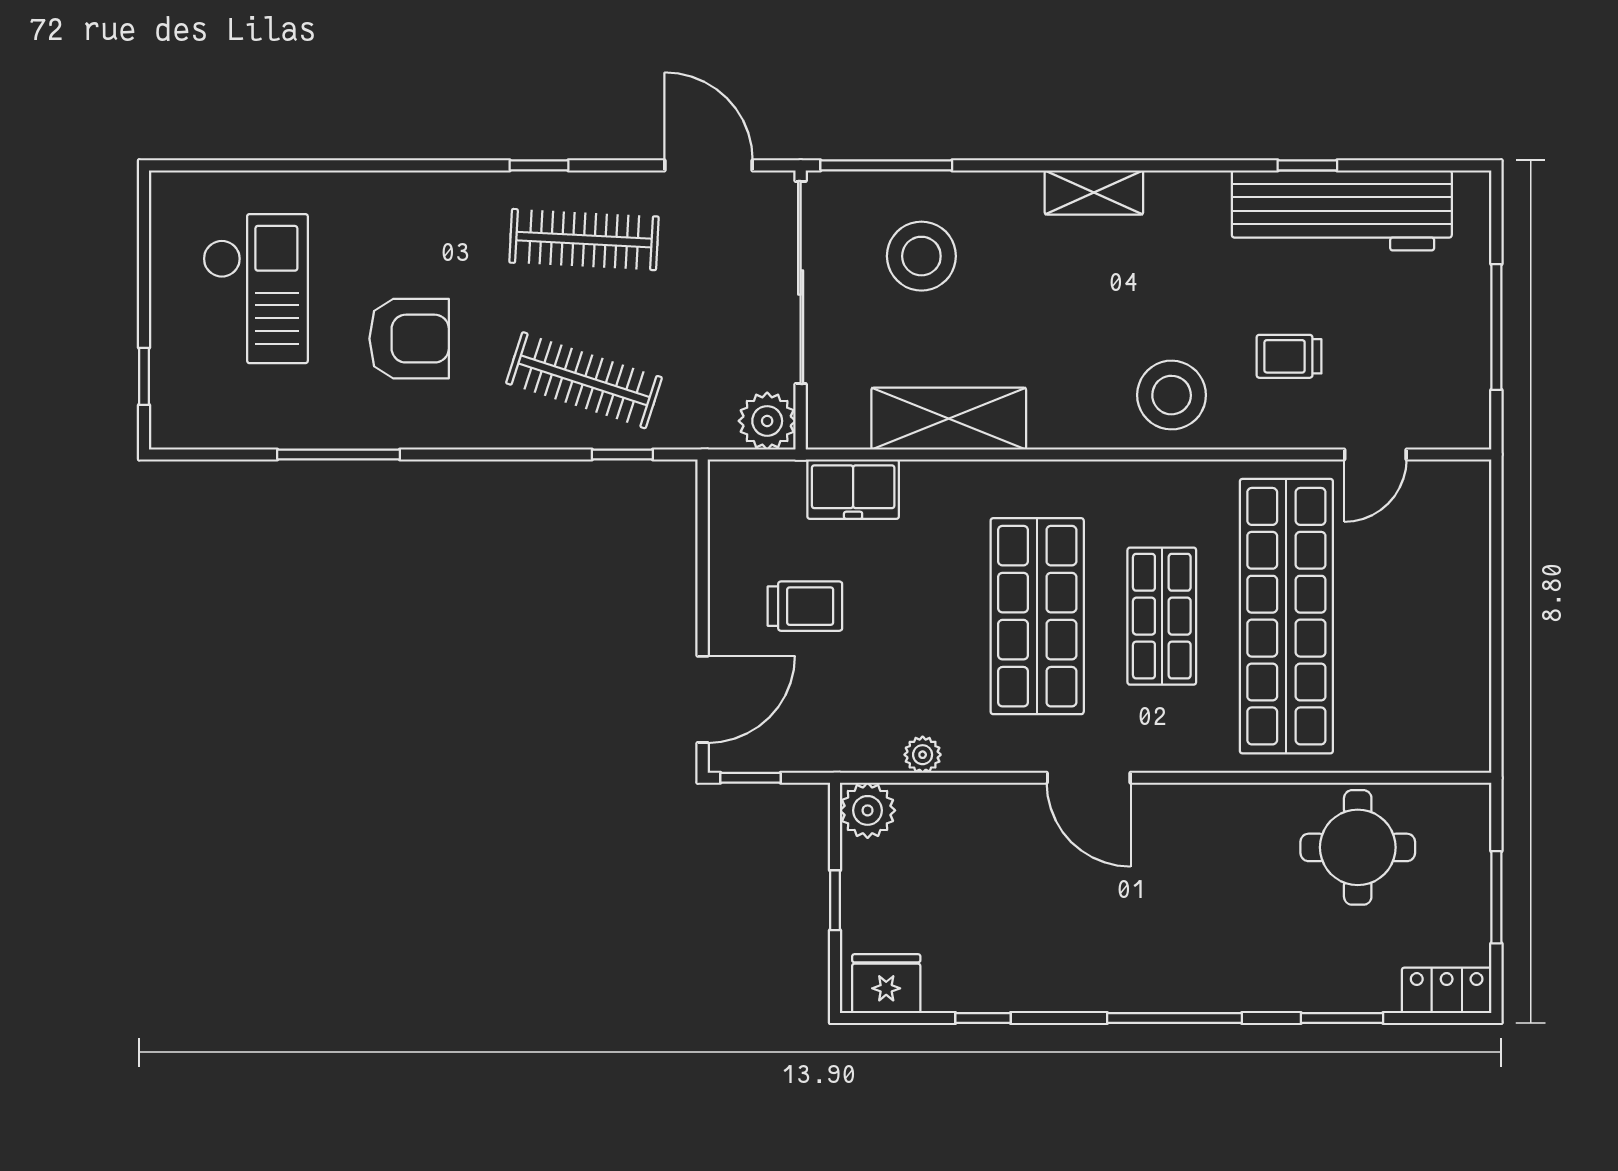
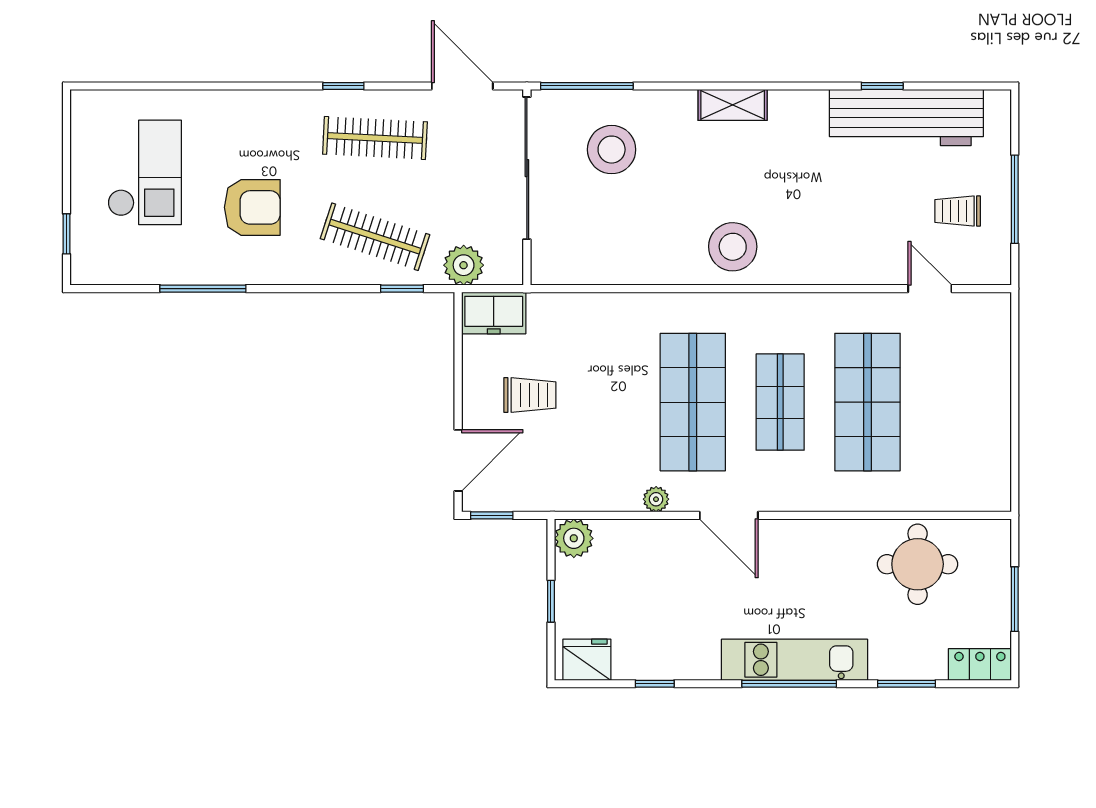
trolley: (1289, 356) -> (958, 211), moved
stool: (1172, 395) -> (733, 247), moved
shelving: (949, 419) -> (631, 264), removed
plant: (767, 421) -> (464, 265), moved
door: (1375, 454) -> (930, 289), swing flipped
freezer: (853, 489) -> (494, 313), moved
shop shelf: (1286, 616) -> (868, 402), width x0.71
plant: (923, 755) -> (656, 499), moved
kitchen unit: (1182, 984) -> (794, 660), added

